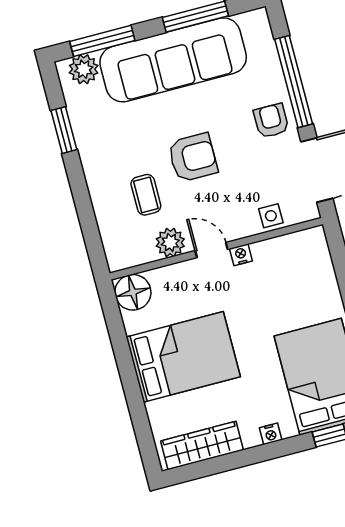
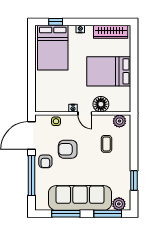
armchair: (193, 157) -> (68, 149), moved
plant: (170, 243) -> (119, 121), moved
floor lamp: (133, 292) -> (101, 104), moved

